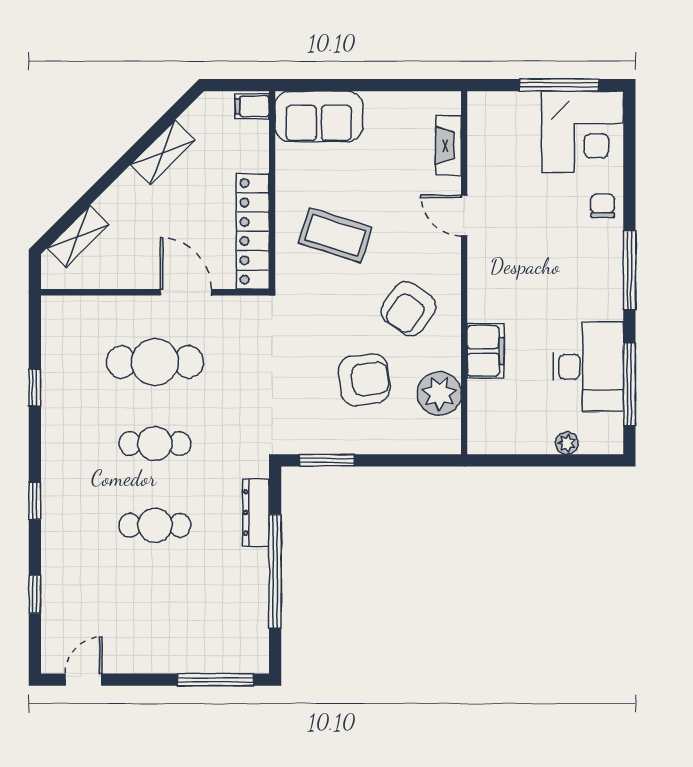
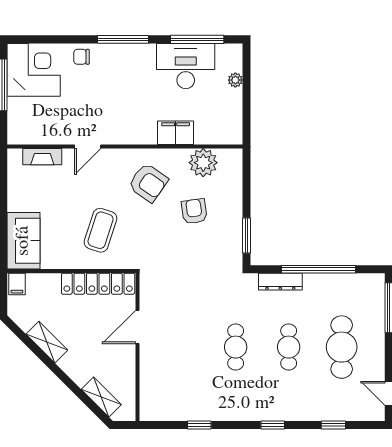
cafe table: (155, 362) -> (342, 347), moved
armchair: (364, 380) -> (194, 211), width x0.72, depth x0.72

